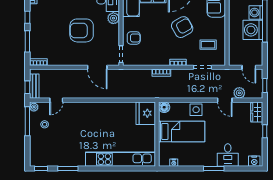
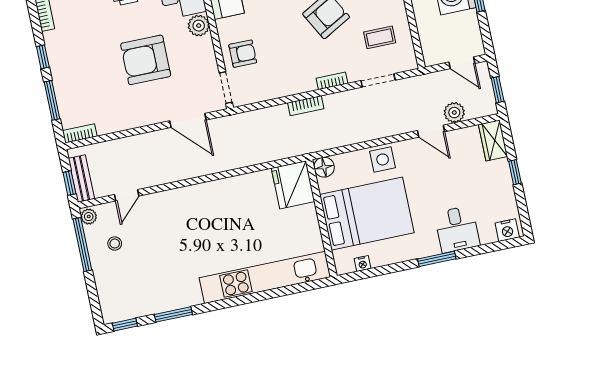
bed: (182, 132) -> (367, 214), width x1.50

